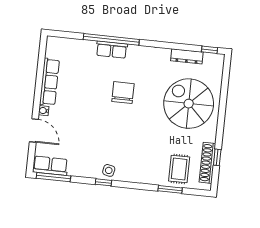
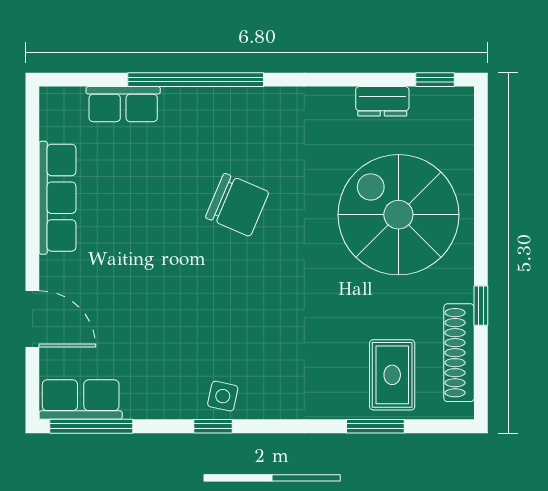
row of seats: (112, 50) -> (123, 104), moved
dresser: (187, 56) -> (382, 101), width x0.70
chair: (123, 93) -> (237, 205), turned 113
water cooler: (44, 111) -> (51, 268), removed
window: (217, 157) -> (481, 306), moved

